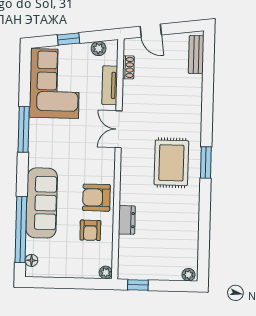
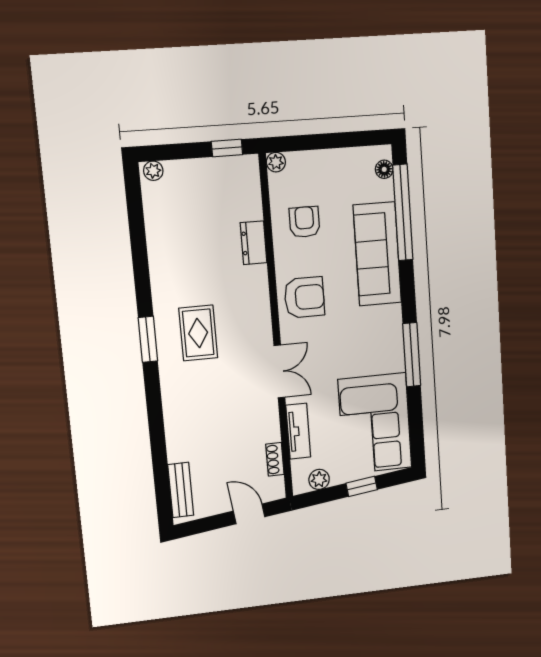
rug: (171, 163) -> (198, 333), width x0.73, depth x0.70
armchair: (96, 198) -> (304, 297), moved

